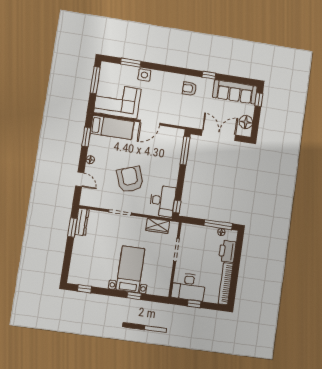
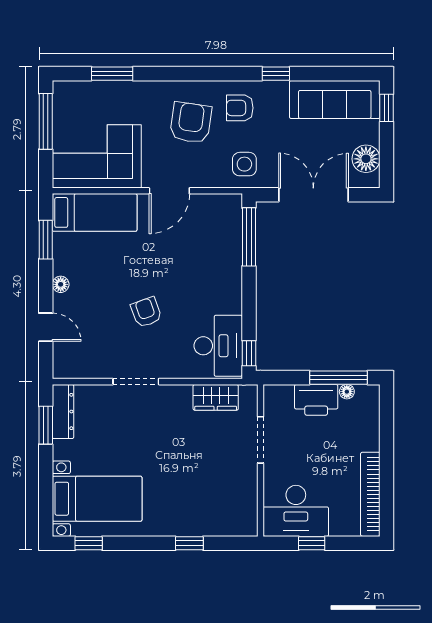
side table: (144, 75) -> (244, 164), moved
armchair: (165, 92) -> (191, 123), added
armchair: (130, 179) -> (146, 312), width x0.53, depth x0.53
printer: (227, 251) -> (316, 400), moved, turned -90
bed with nightstands: (130, 269) -> (97, 499), moved, turned 90

